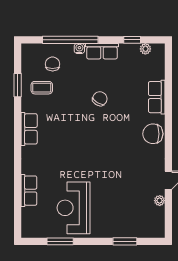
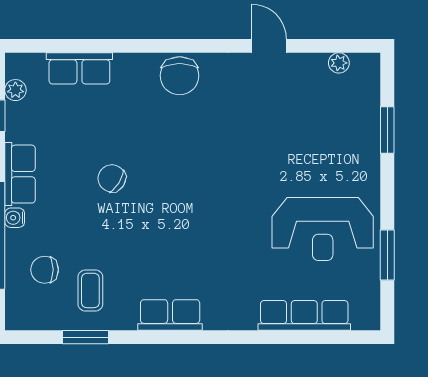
row of seats: (157, 97) -> (79, 68), moved
row of seats: (29, 191) -> (304, 315), width x1.48
plant: (160, 201) -> (339, 63), moved

